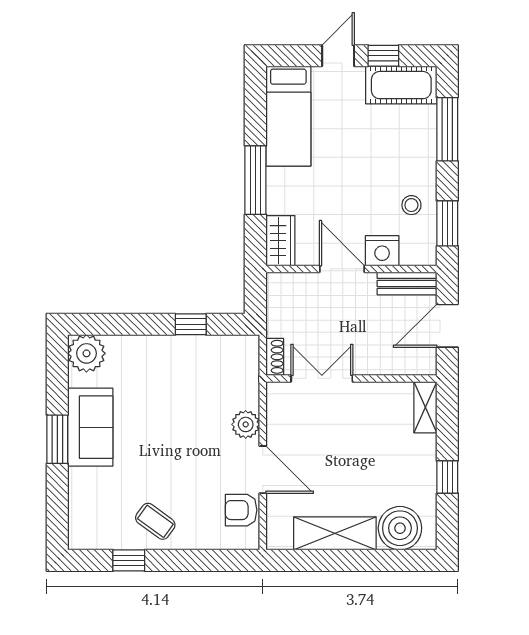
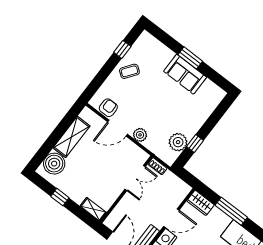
plant: (86, 353) -> (178, 142), moved

